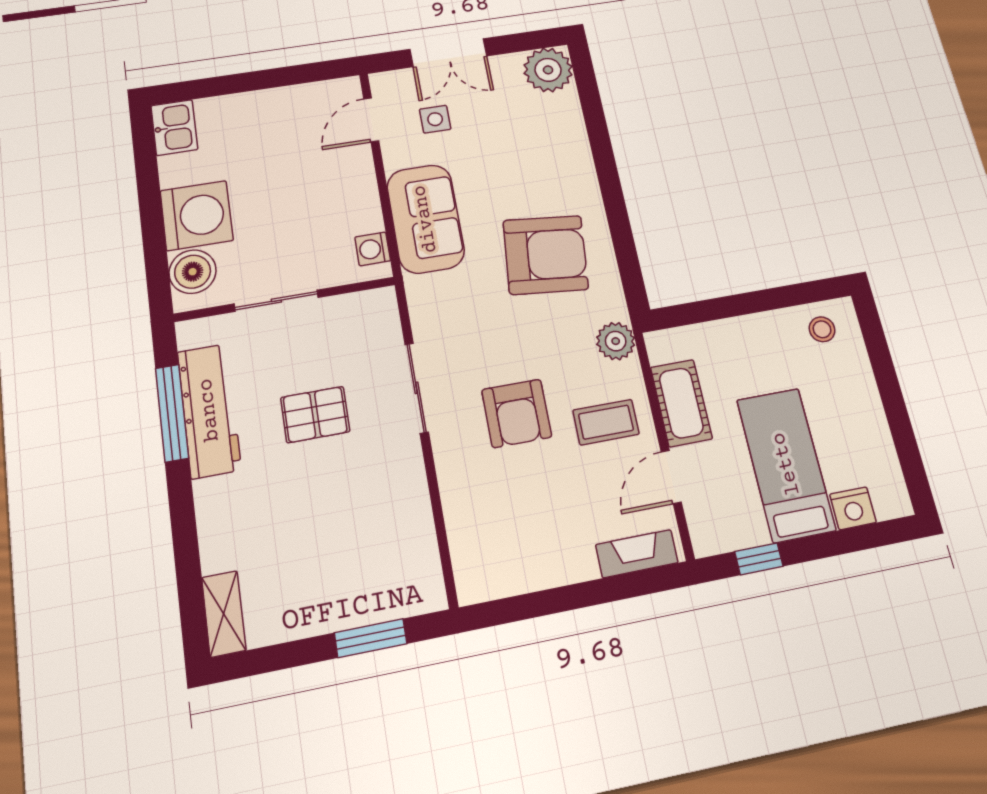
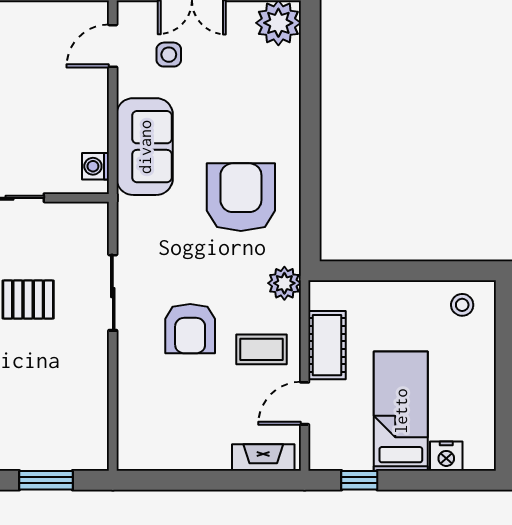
armchair: (546, 255) -> (241, 197), turned -96

